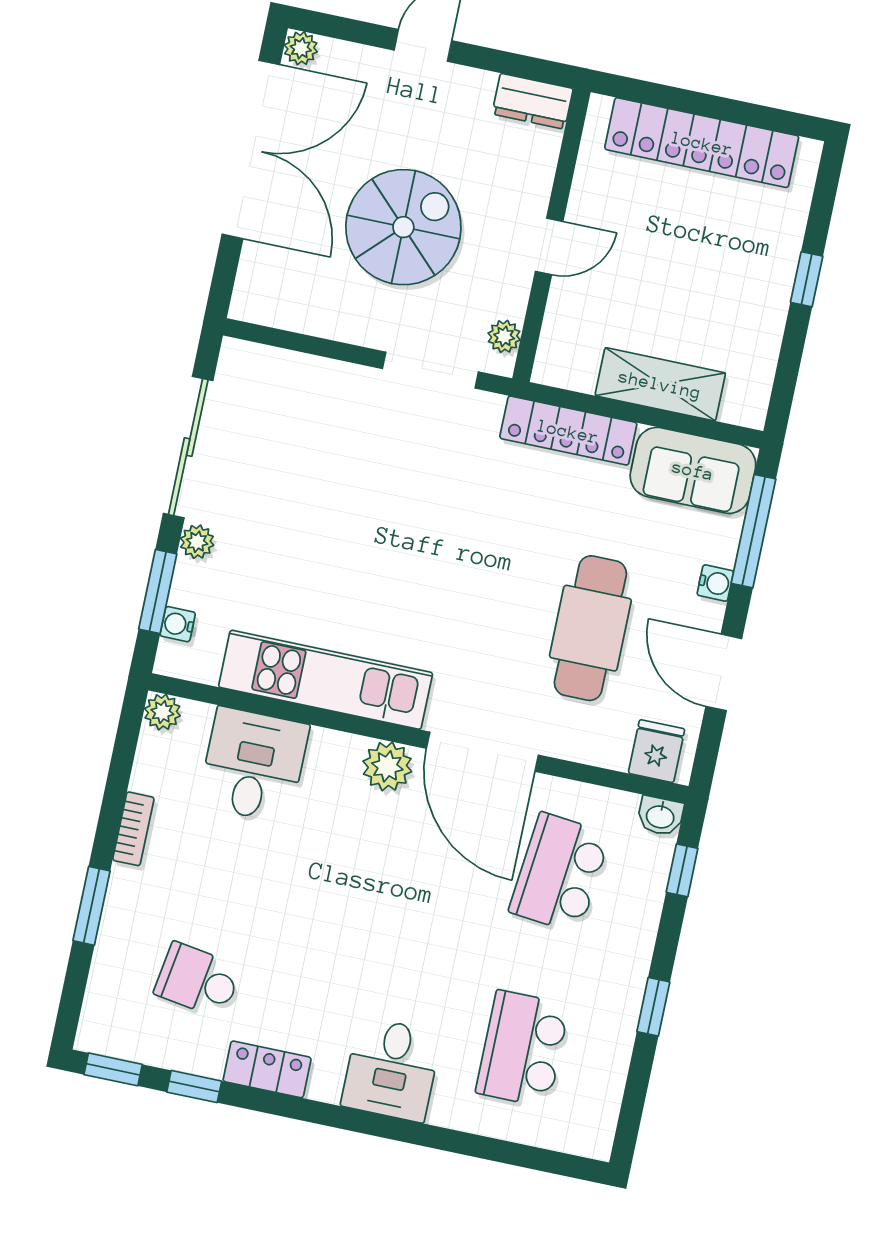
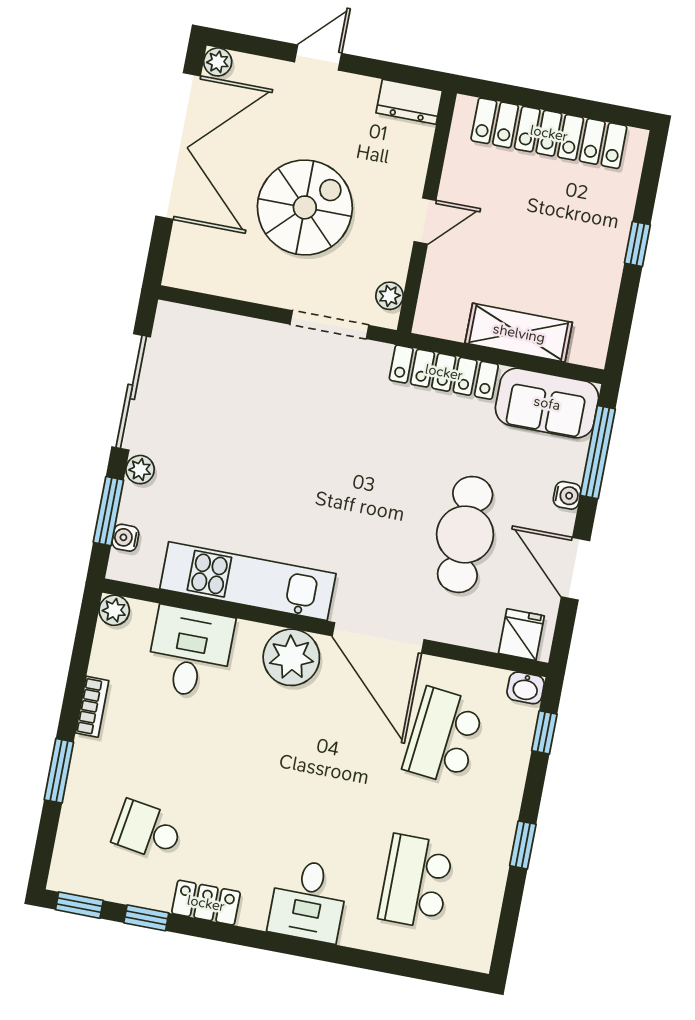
plant: (387, 766) -> (291, 657), width x1.36, depth x1.36

